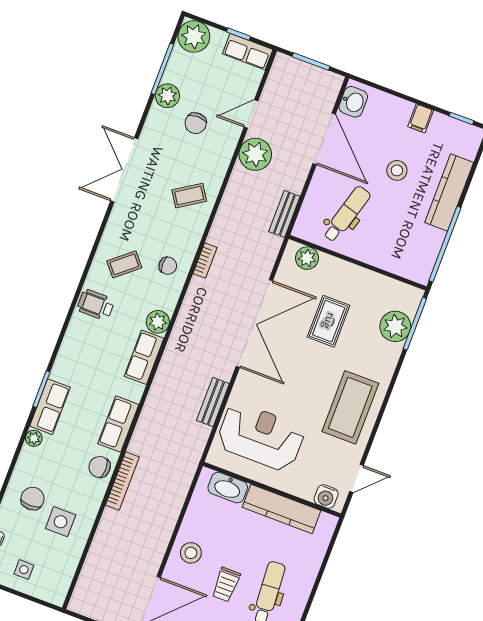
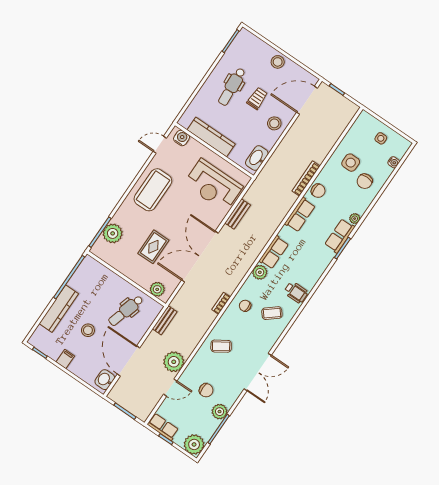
chair: (196, 123) -> (206, 390), turned 90
washbasin: (228, 488) -> (257, 158), moved, turned -90

